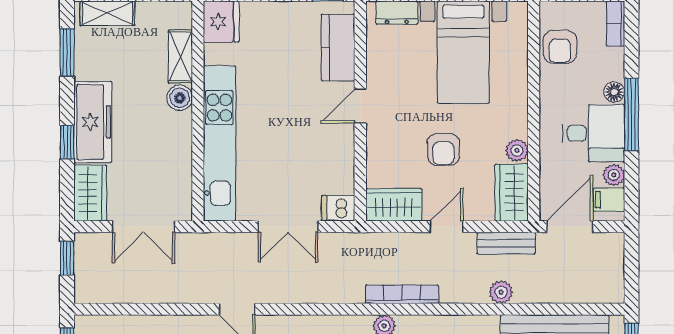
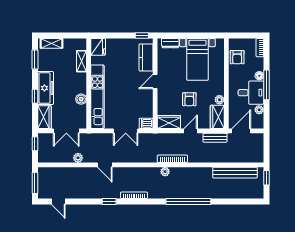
boiler: (180, 98) -> (81, 99), moved
filing cabinet: (609, 200) -> (257, 120), removed
plant: (501, 292) -> (78, 158), moved

